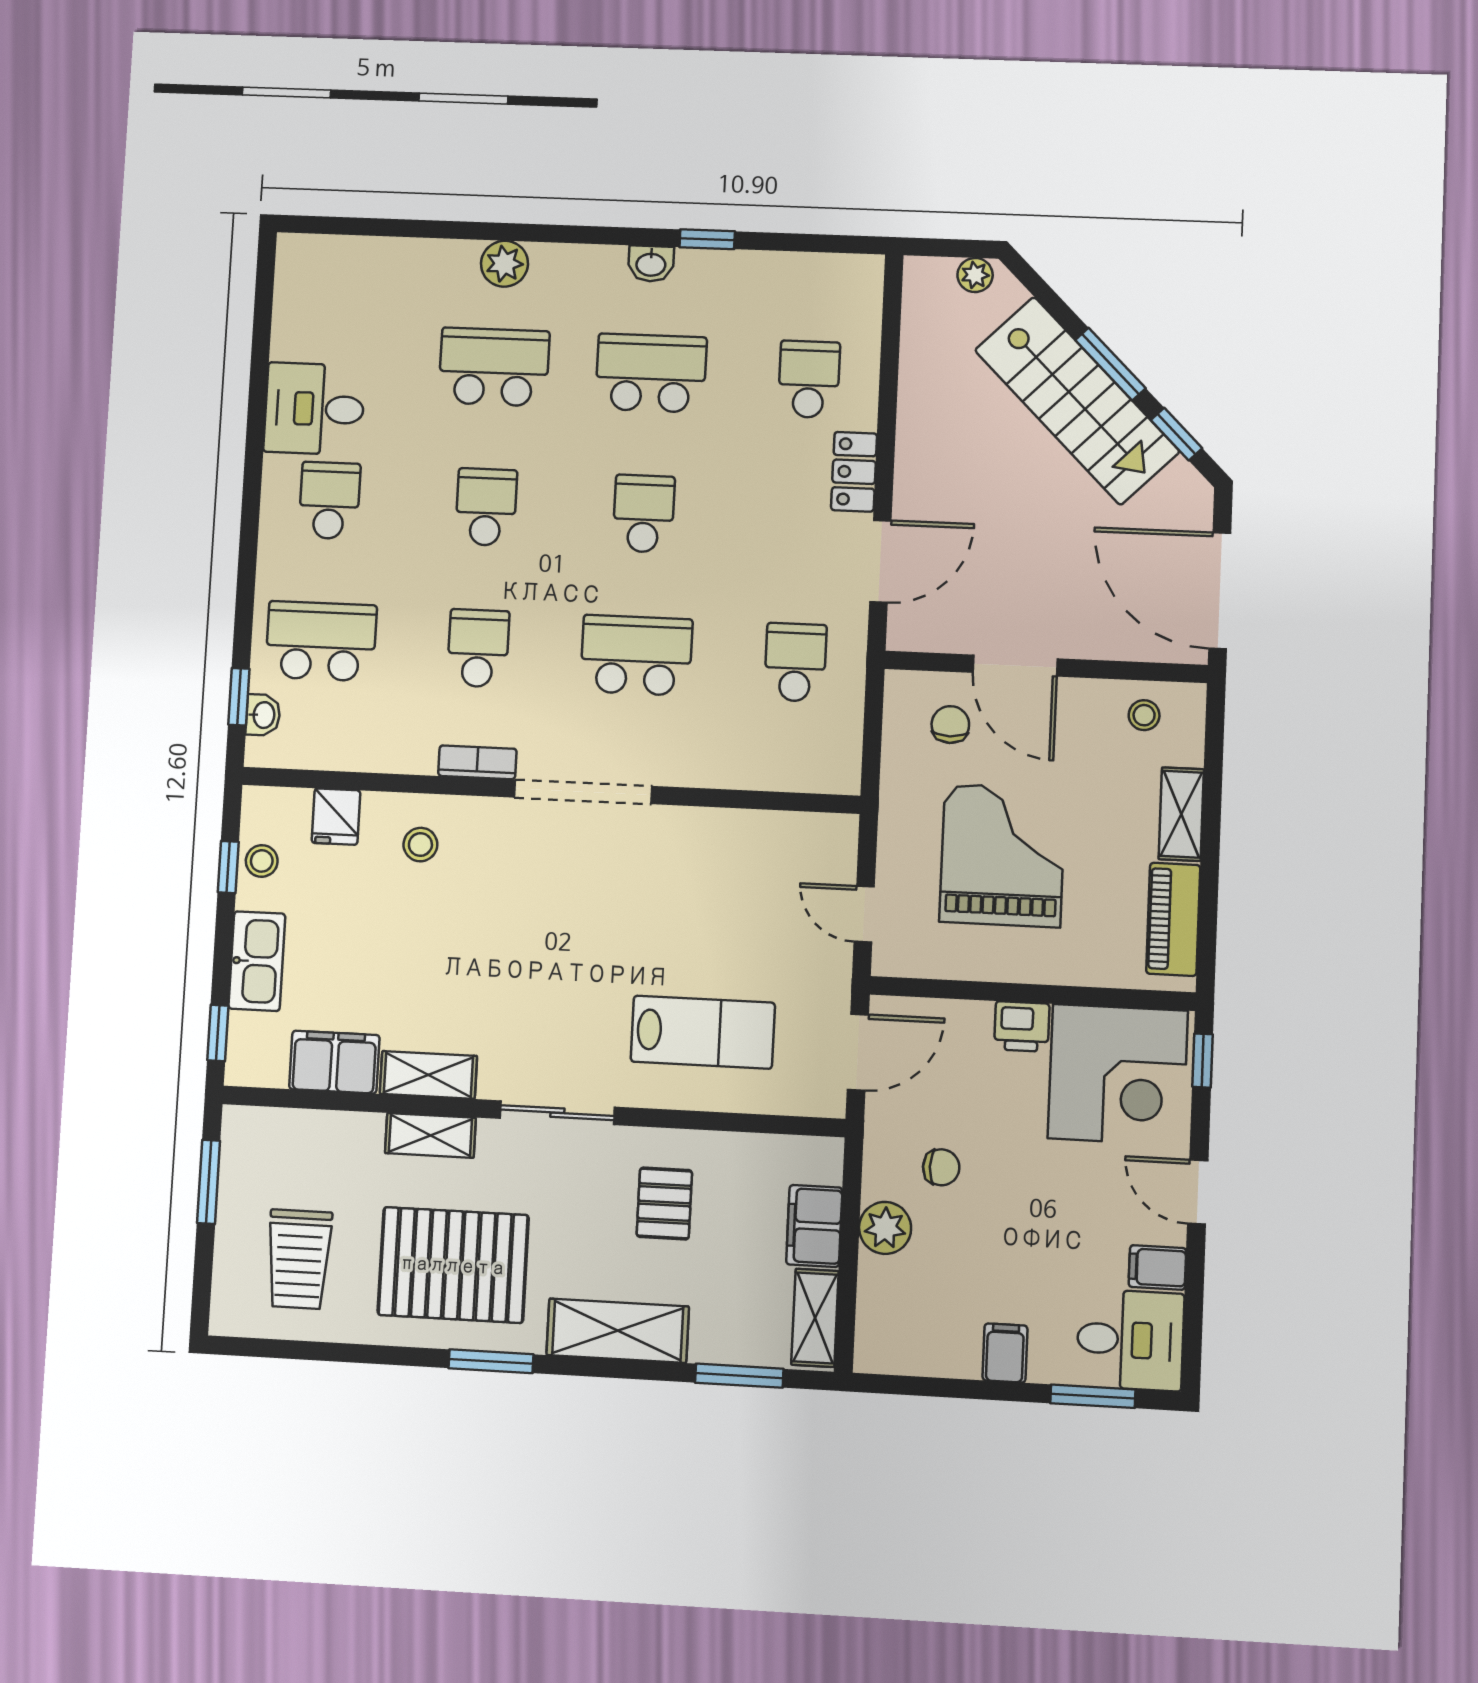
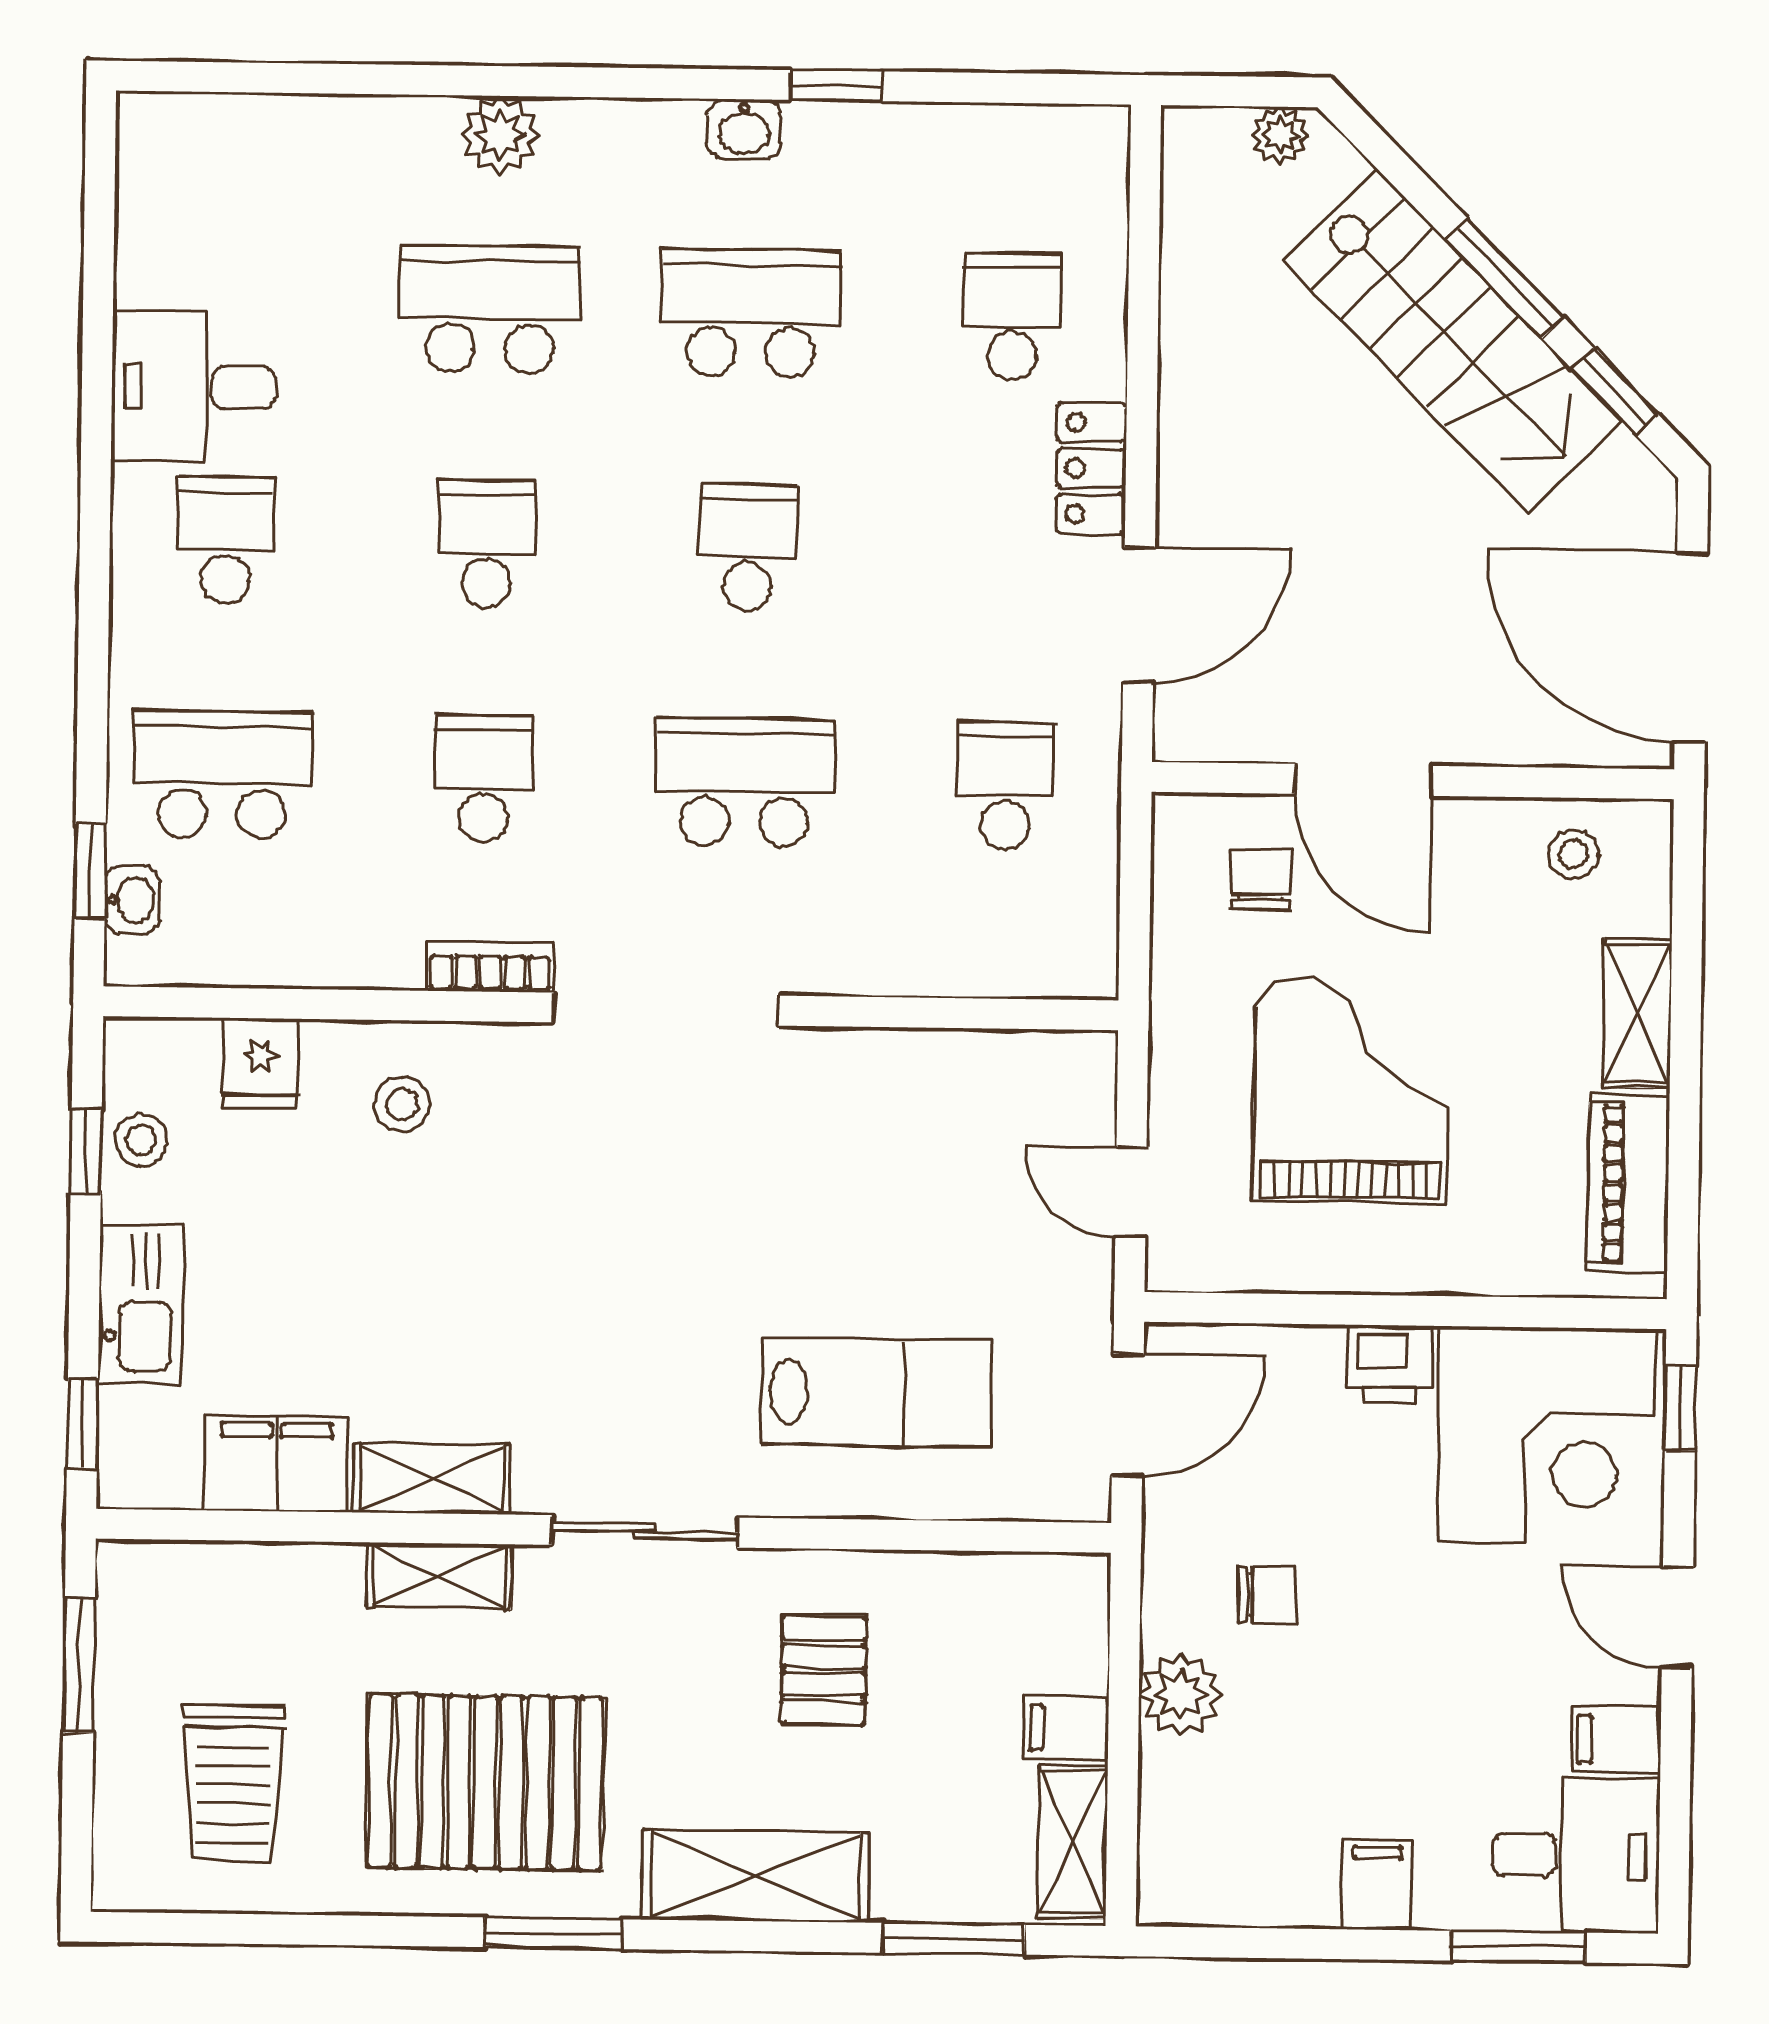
filing cabinet: (814, 1226) -> (1066, 1728), width x0.50

